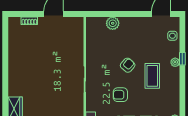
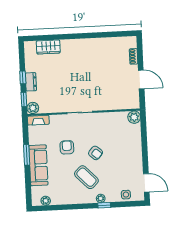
plant: (113, 23) -> (134, 117), moved
coffee table: (152, 76) -> (86, 177), turned 46

